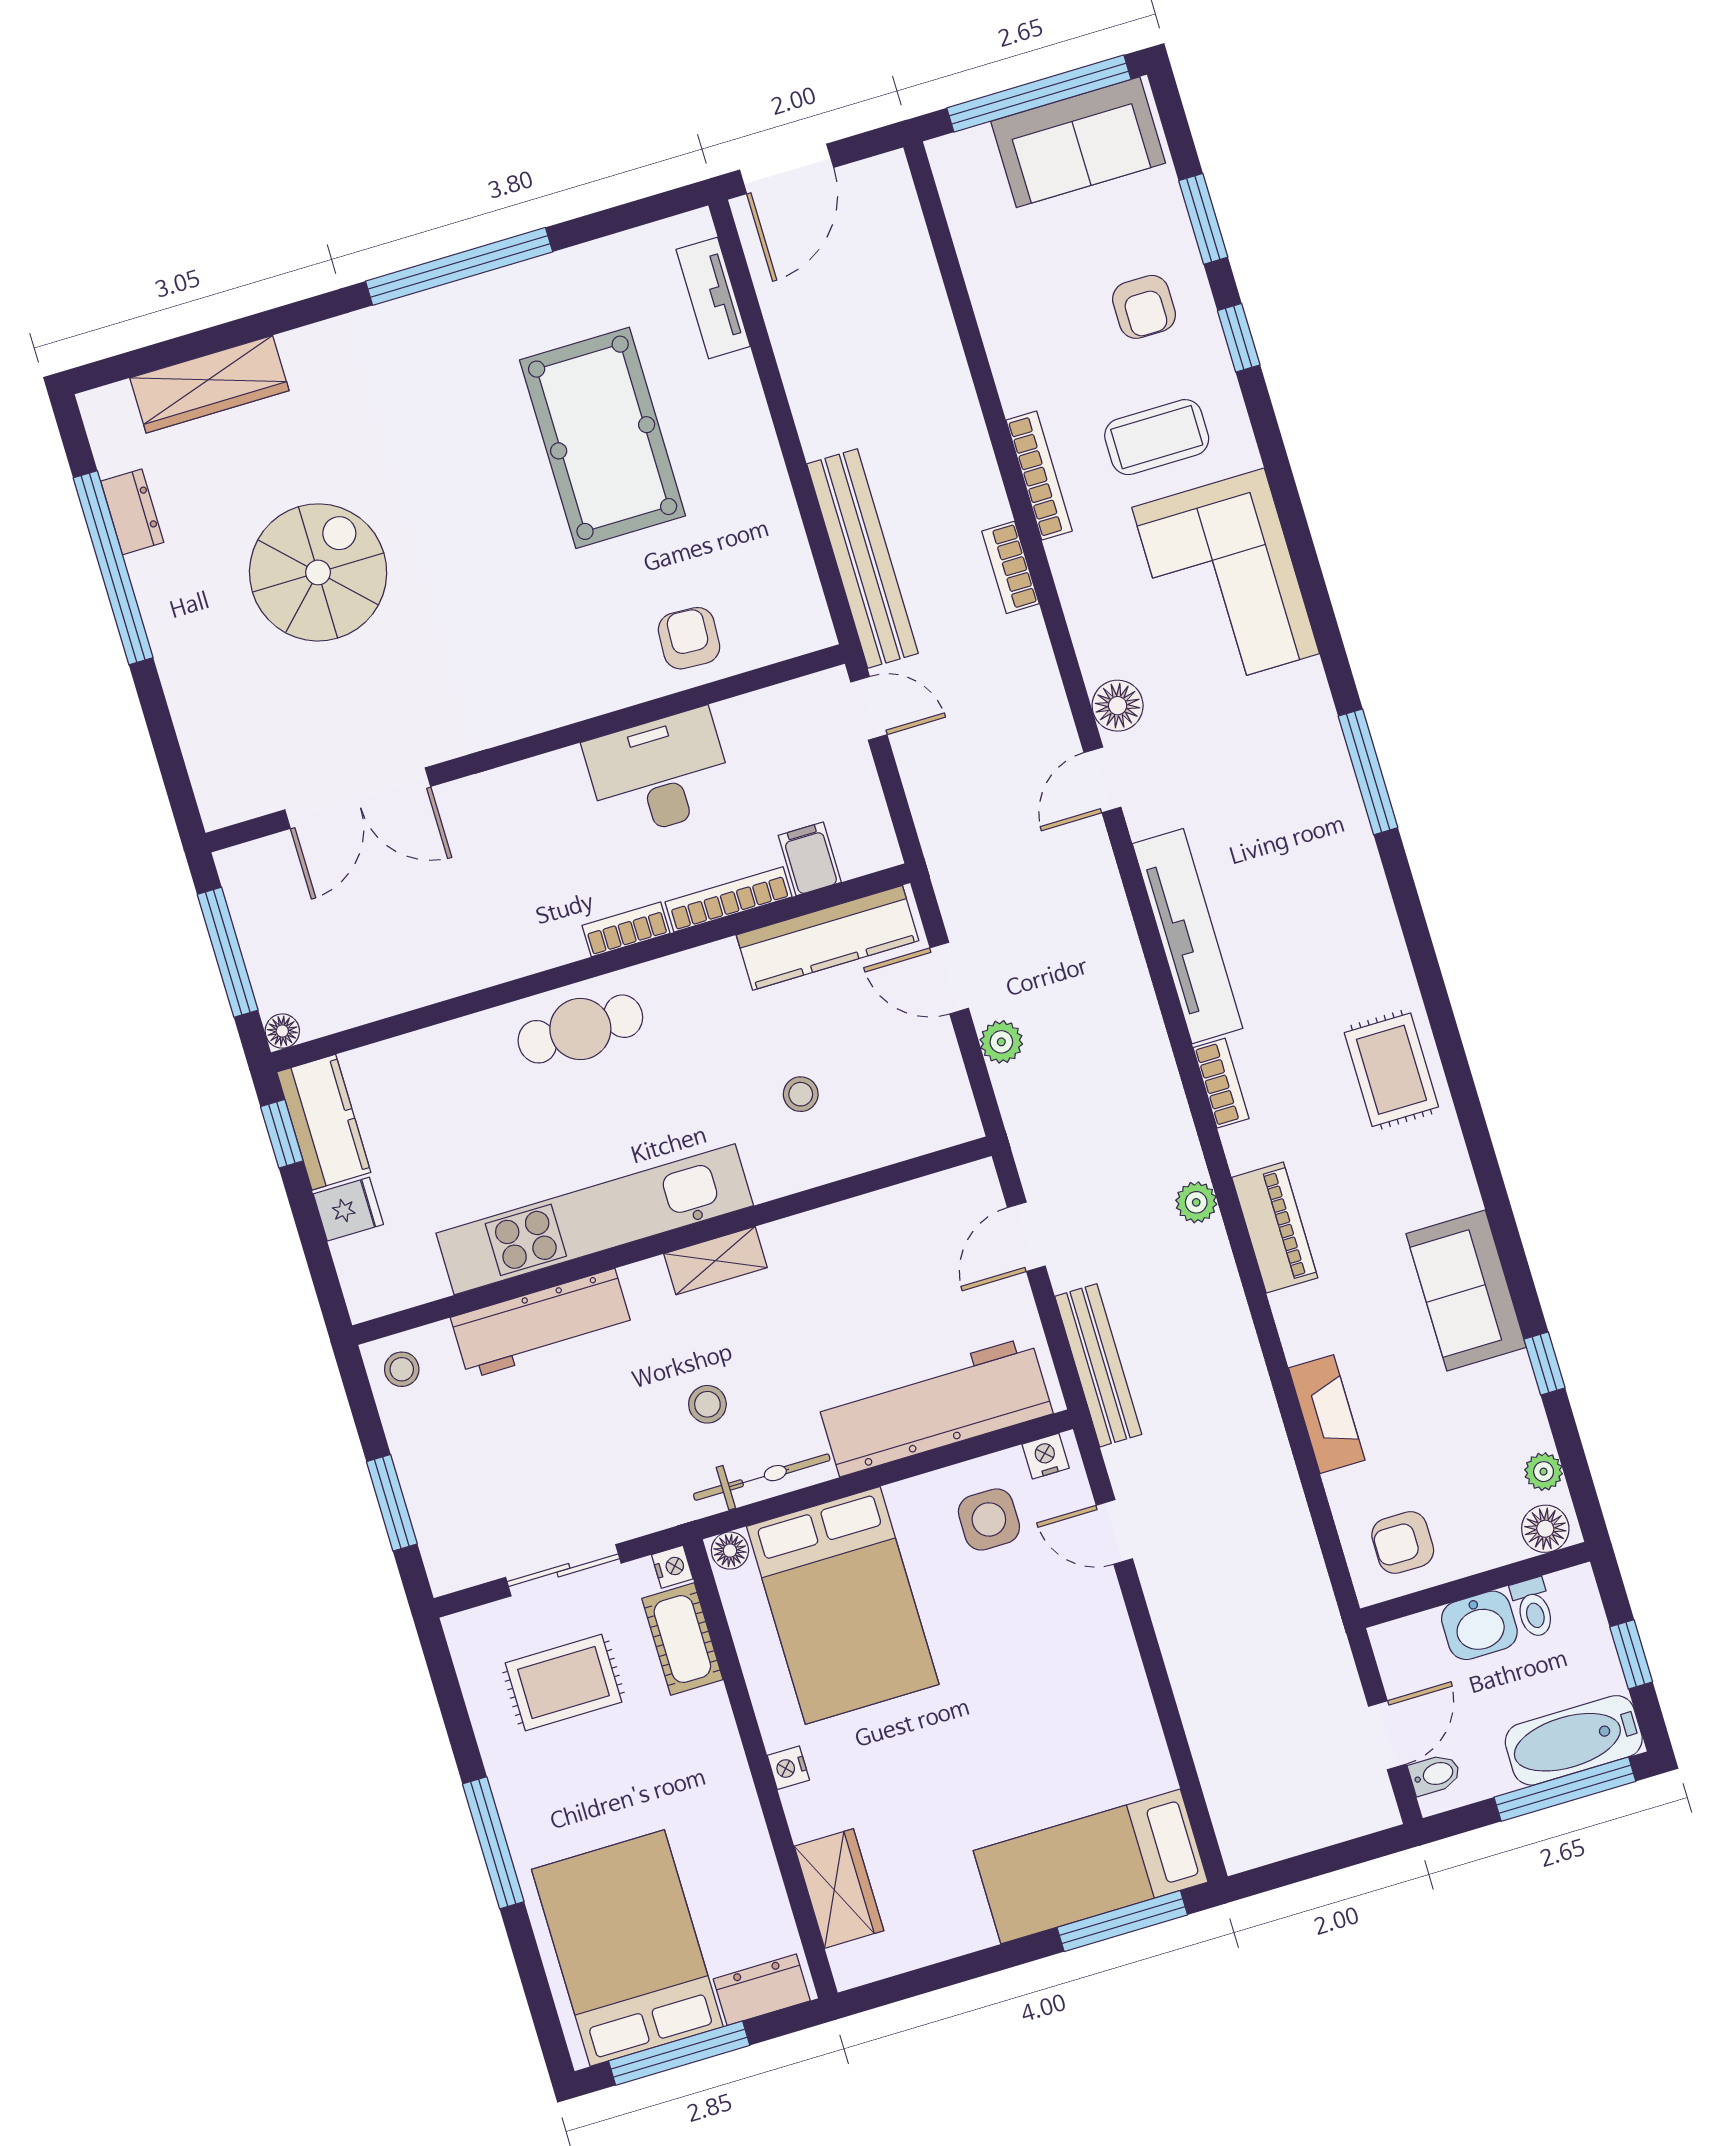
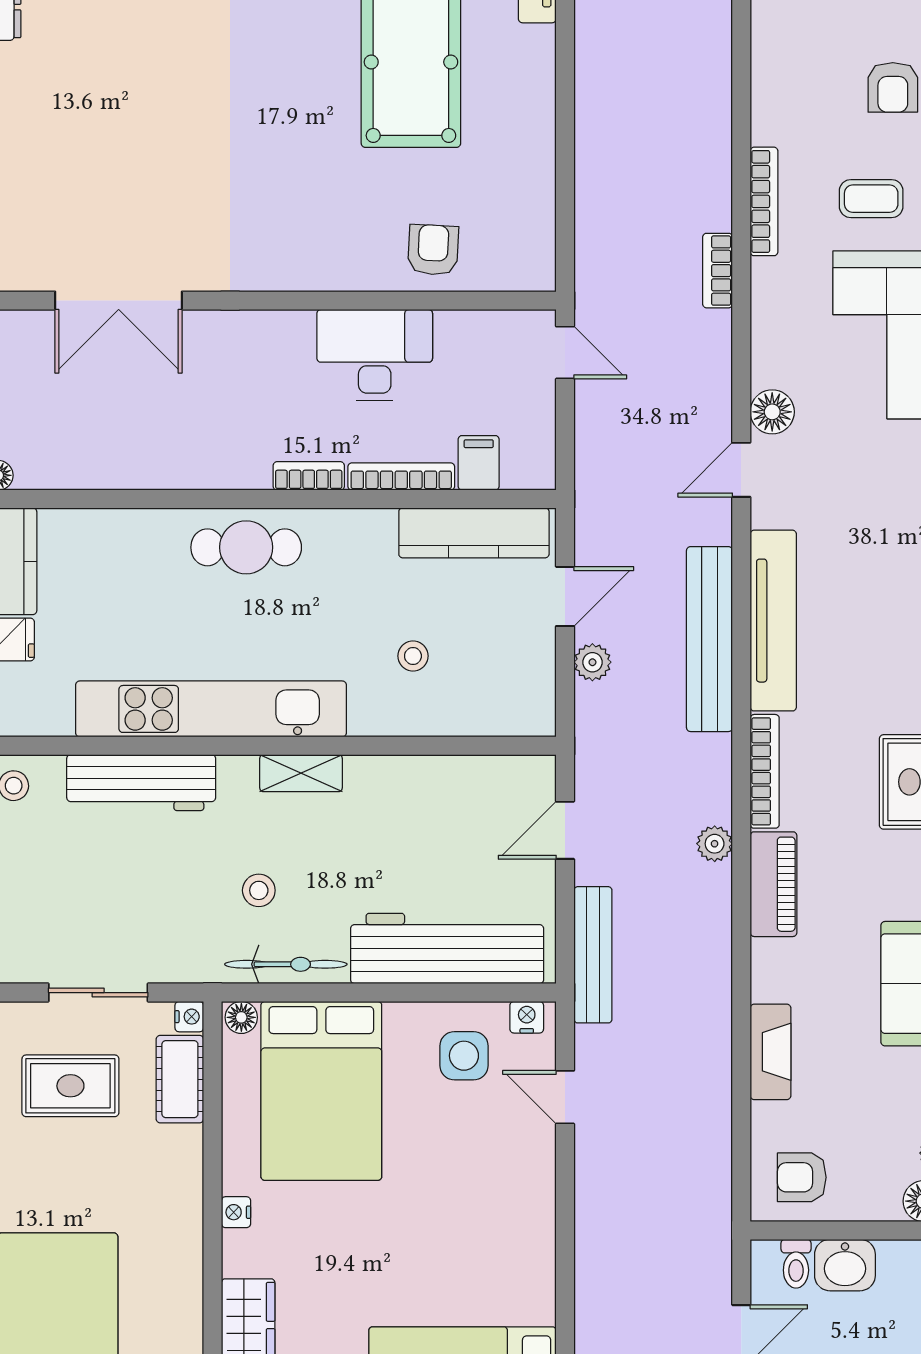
coffee table: (1157, 437) -> (871, 199), width x0.73, depth x0.77
bench: (863, 559) -> (709, 639), moved
spiral stairs: (318, 572) -> (141, 103), removed
door: (949, 978) -> (565, 596), swing flipped
bookcase: (1221, 1083) -> (765, 771), width x1.56
toilet: (1533, 1608) -> (796, 1264), moved

